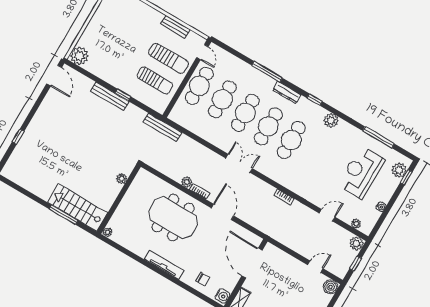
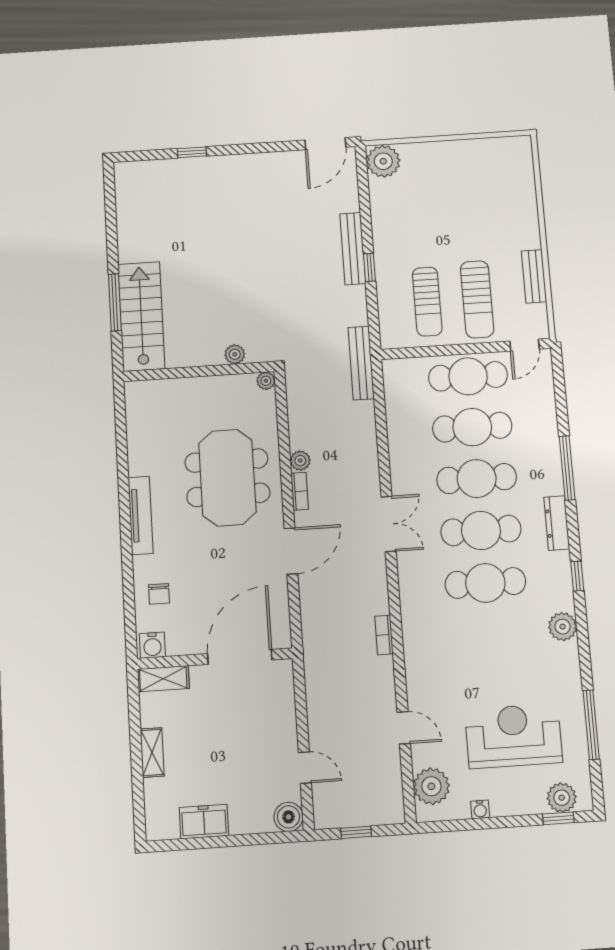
plant: (356, 224) -> (431, 786), width x1.88, depth x1.88
plant: (108, 232) -> (266, 381), moved
plant: (356, 243) -> (391, 810), removed

